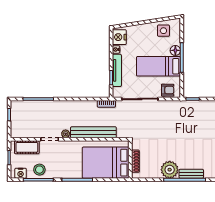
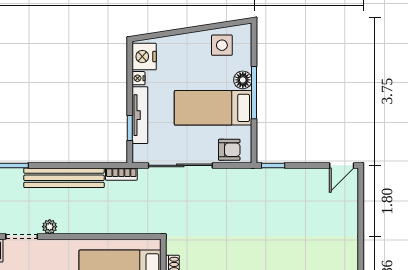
bench: (93, 132) -> (64, 178), moved

